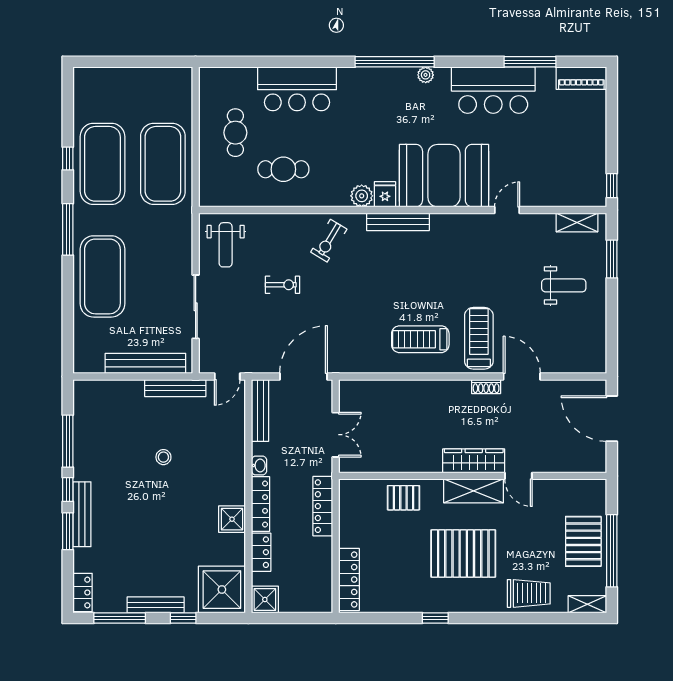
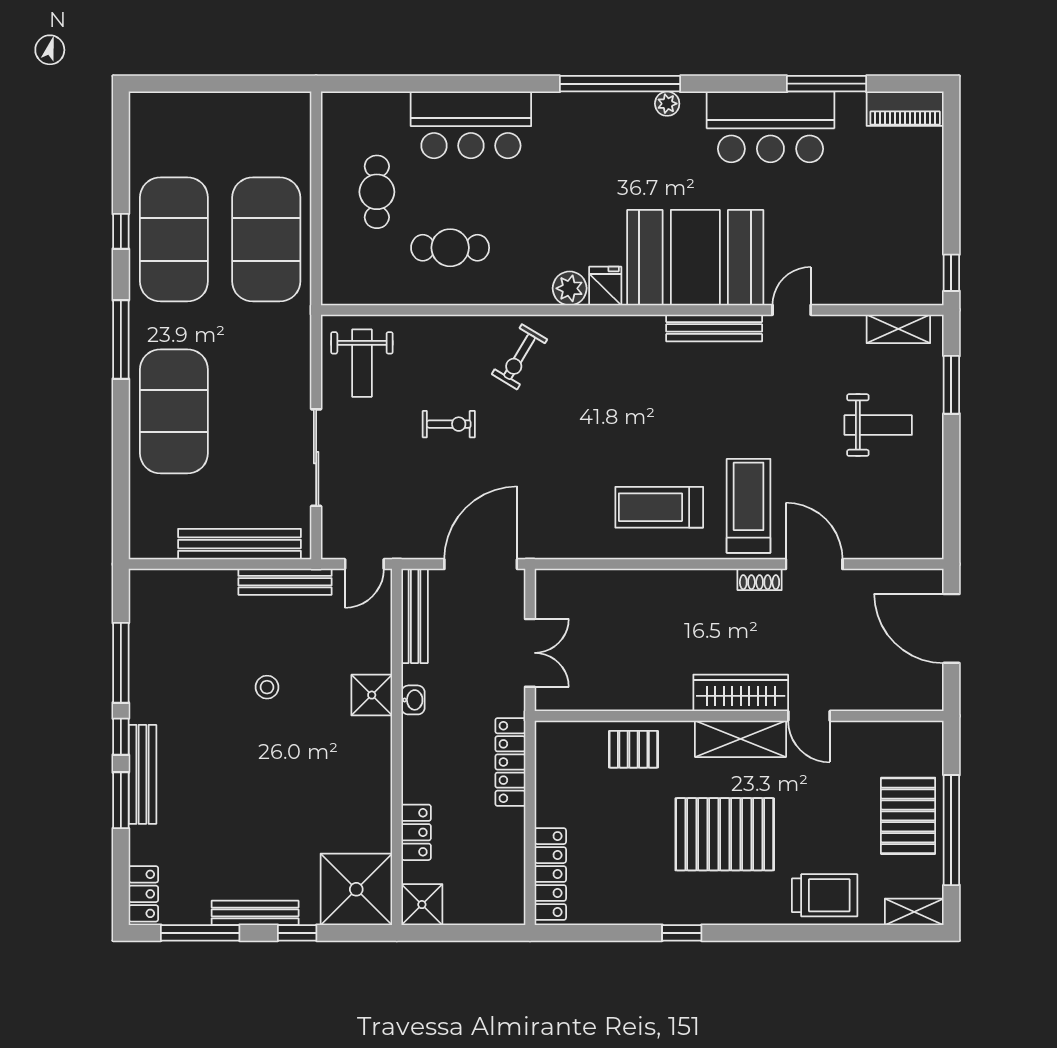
bench: (398, 222) -> (714, 328), moved
locker: (260, 504) -> (415, 759), removed
shower: (232, 519) -> (372, 695), moved

